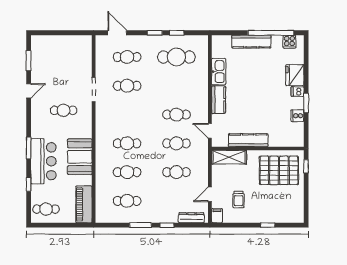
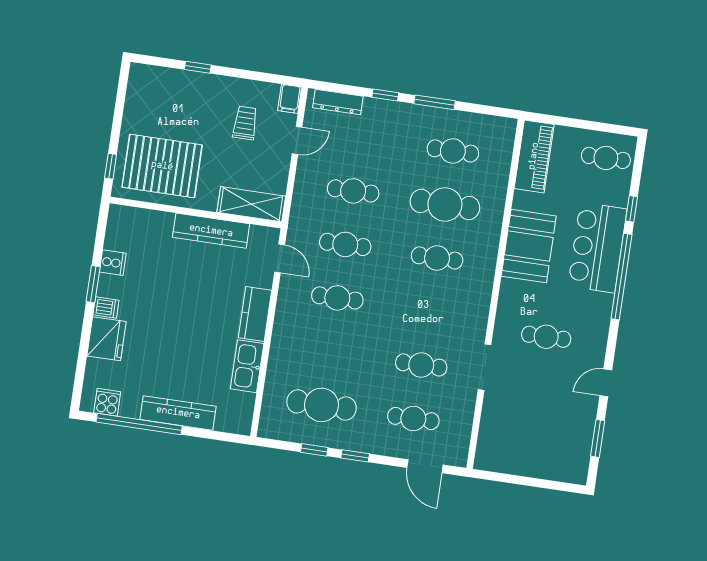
window: (29, 148) -> (621, 277), width x2.11
cafe table: (127, 172) -> (445, 204), width x1.37, depth x1.35

